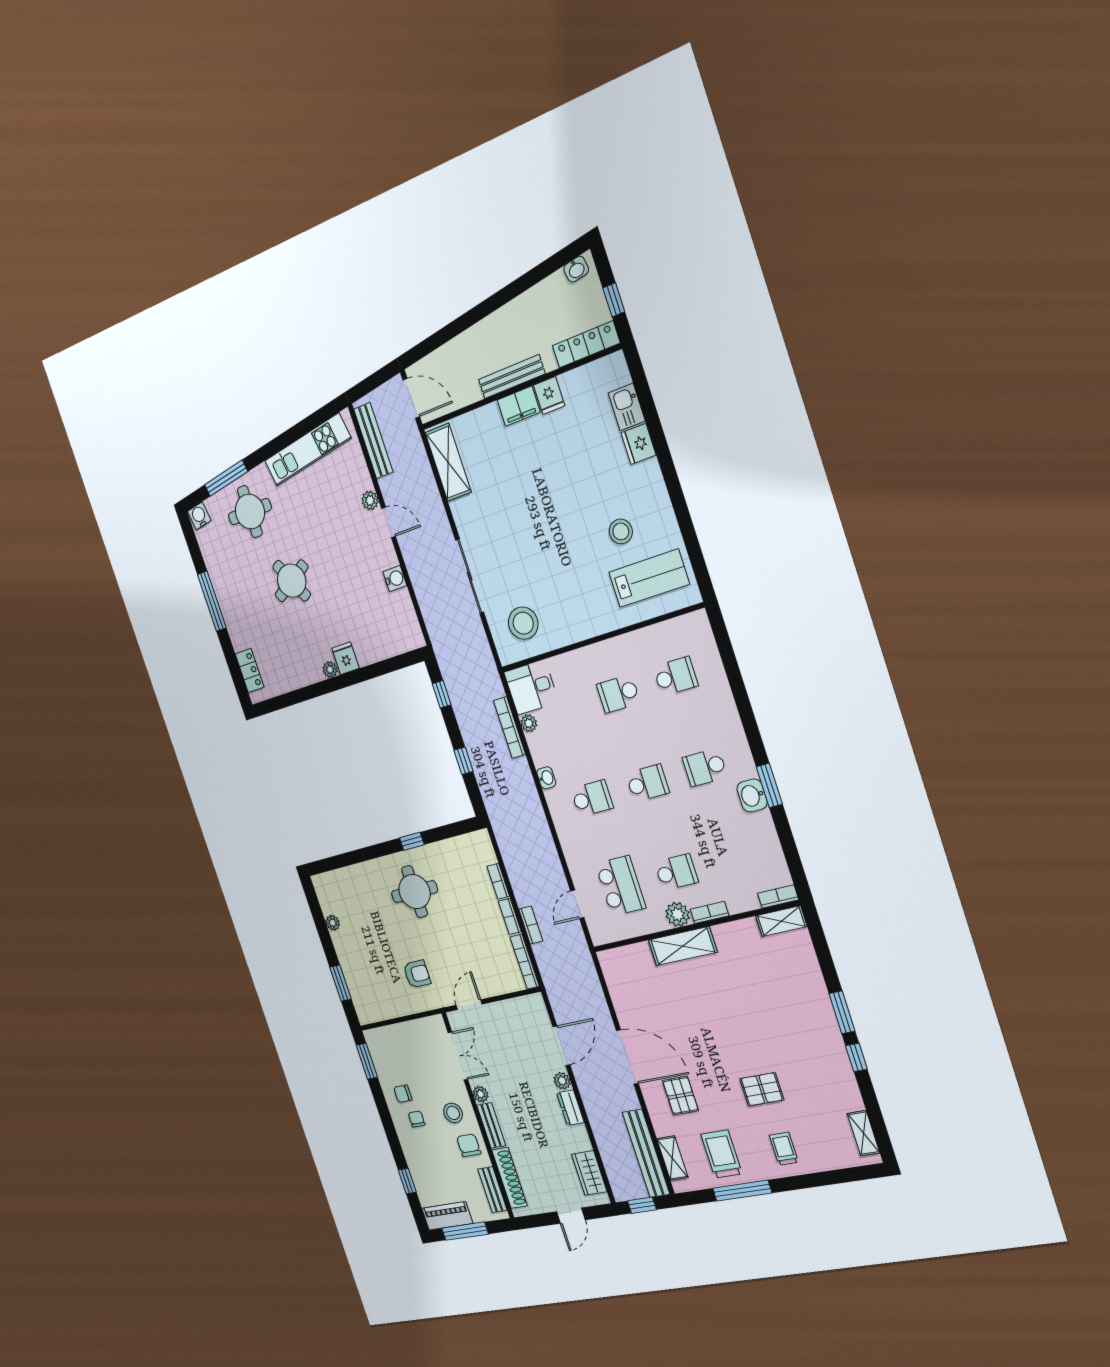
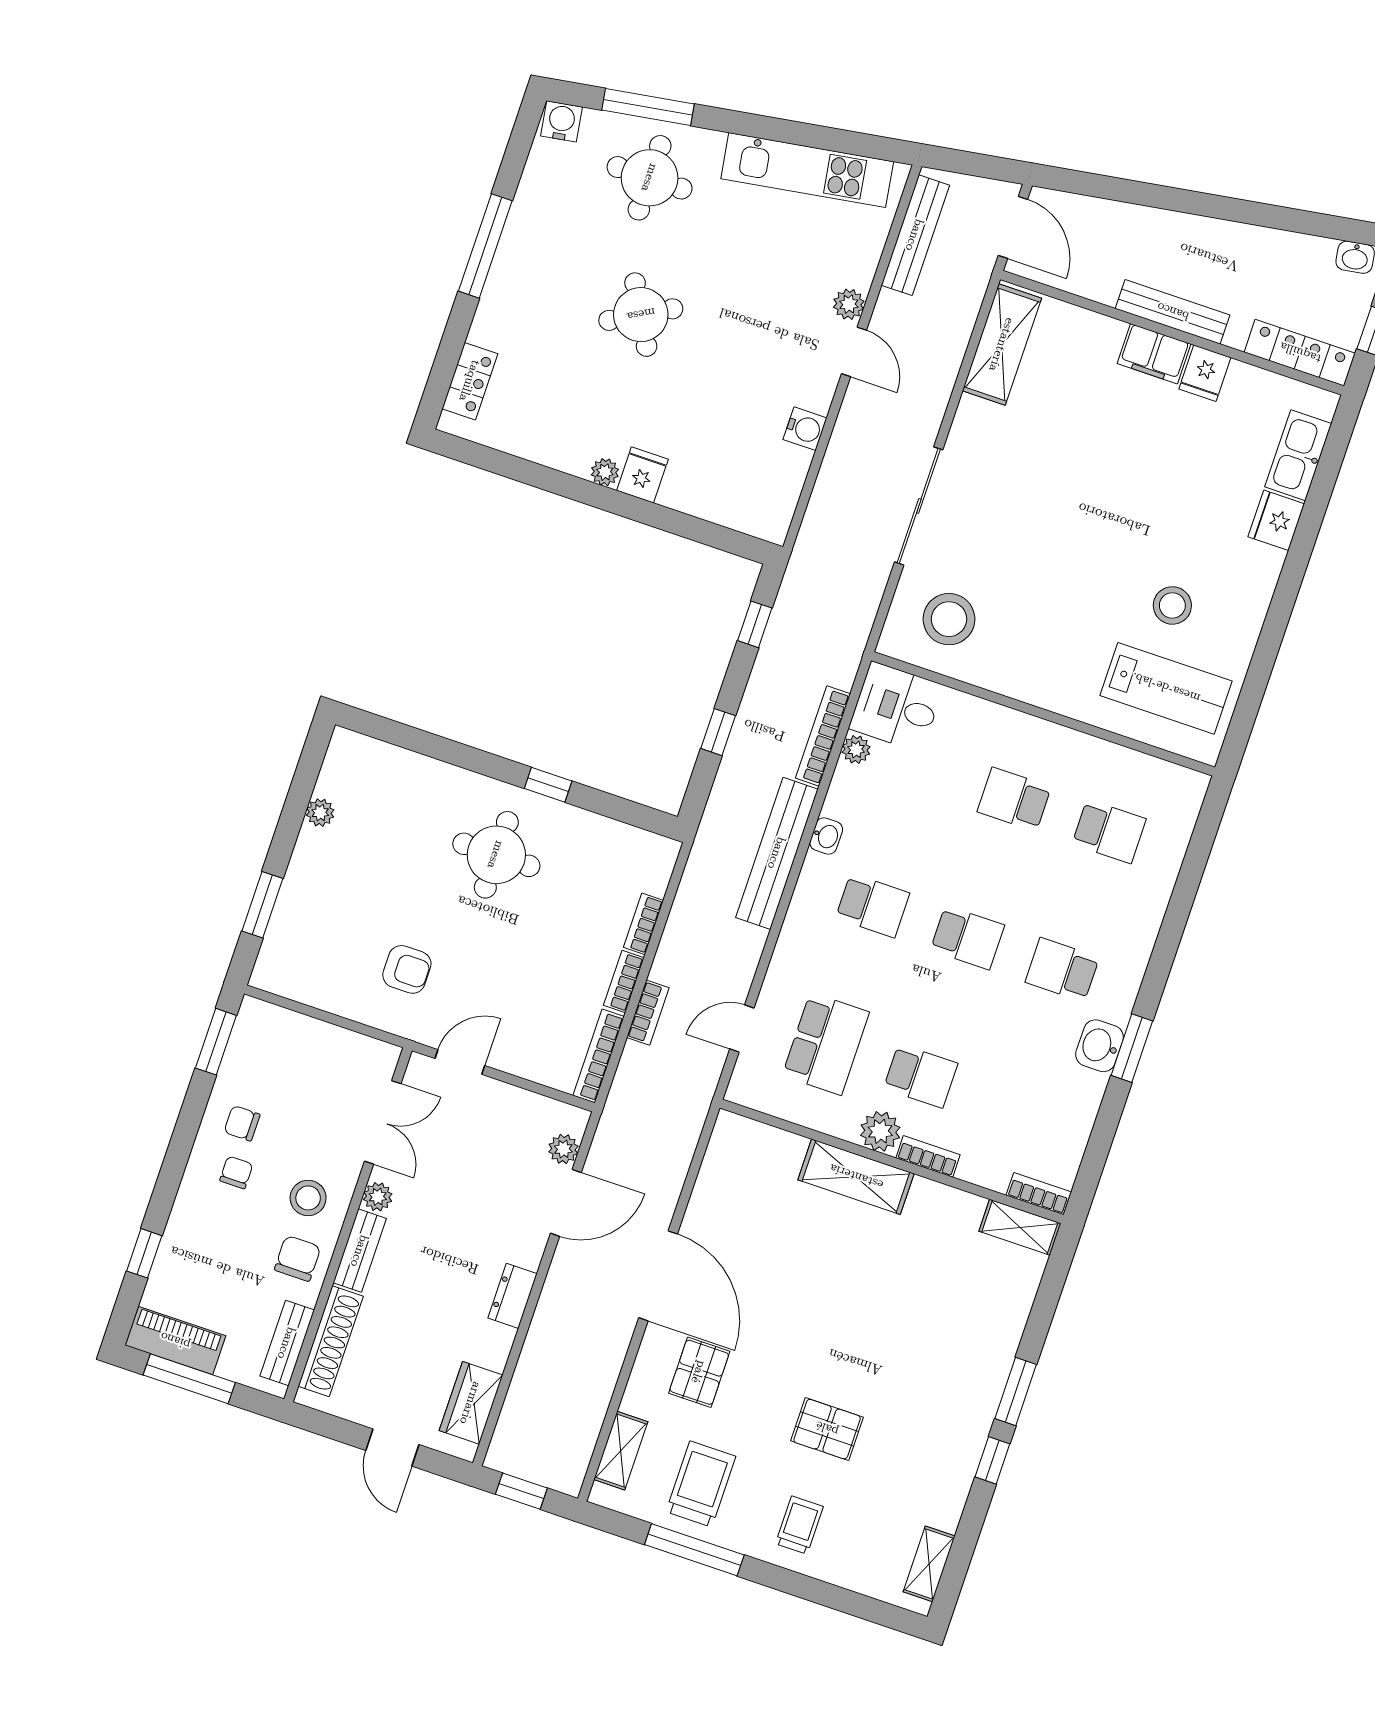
kitchen sink: (627, 407) -> (1298, 455), width x1.38
plant: (562, 1081) -> (563, 1149), moved
bench: (646, 1153) -> (777, 853), moved
door: (571, 1216) -> (392, 1448), hinge flipped

